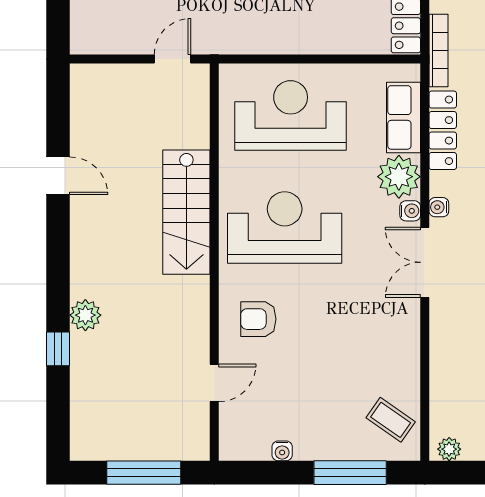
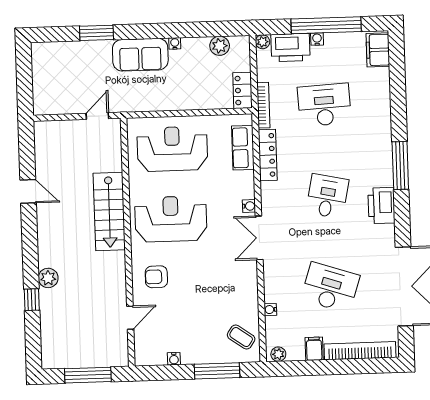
plant: (399, 177) -> (241, 185), removed
water cooler: (439, 207) -> (270, 310), moved

